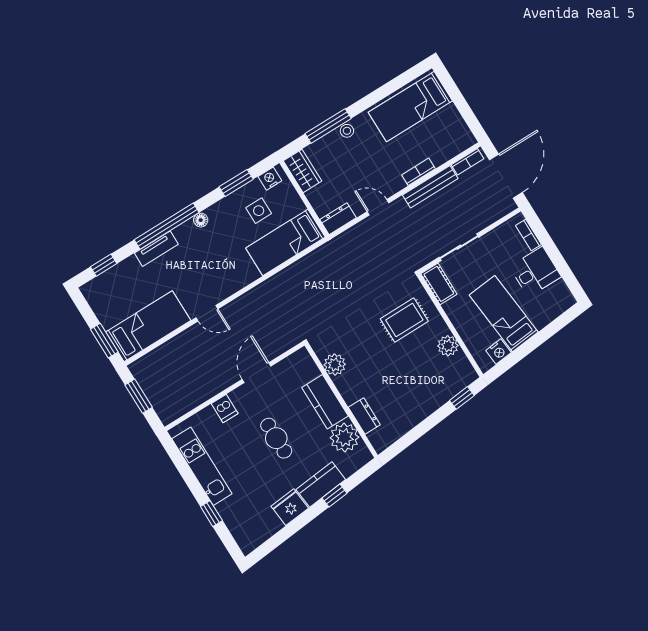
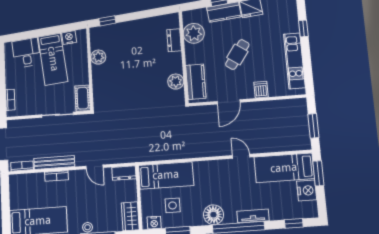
floor lamp: (201, 220) -> (213, 215), width x1.89, depth x1.89
desk: (535, 272) -> (26, 53), moved, turned 84
nightstand: (108, 313) -> (307, 190), added
rug: (404, 320) -> (117, 87), removed
kitchen counter: (325, 402) -> (196, 82), moved
cafe table: (276, 438) -> (237, 54), turned 35

